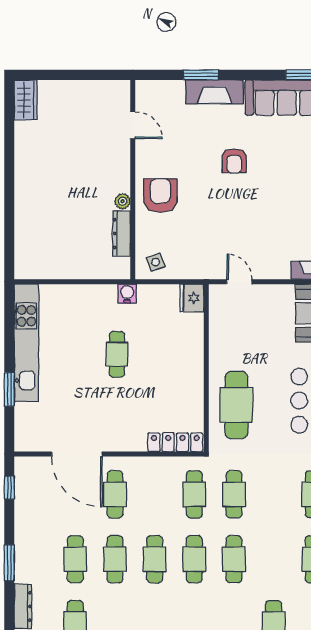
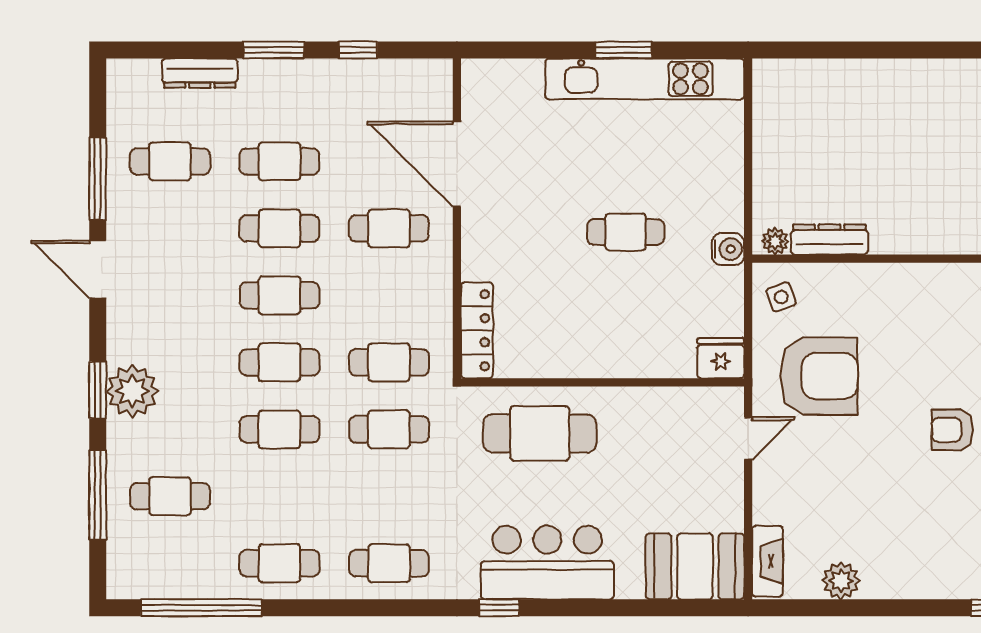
armchair: (160, 196) -> (819, 376), moved, width x1.36, depth x1.36
plant: (123, 201) -> (775, 241), moved
window: (9, 389) -> (624, 50), moved
door: (77, 454) -> (457, 164), hinge flipped
window: (9, 488) -> (358, 50), moved

